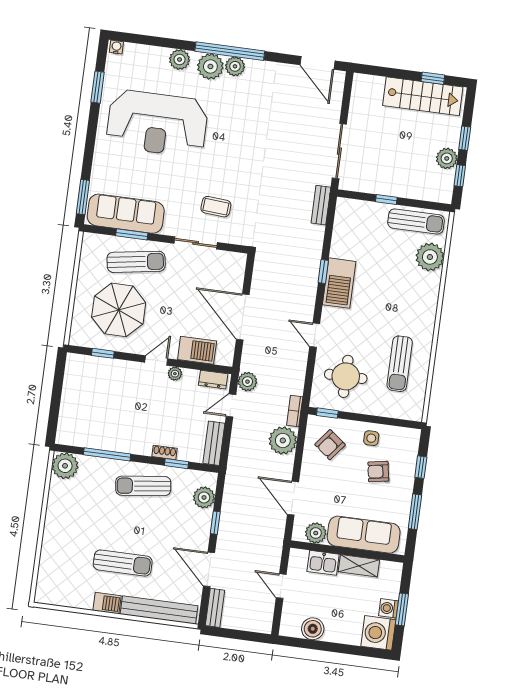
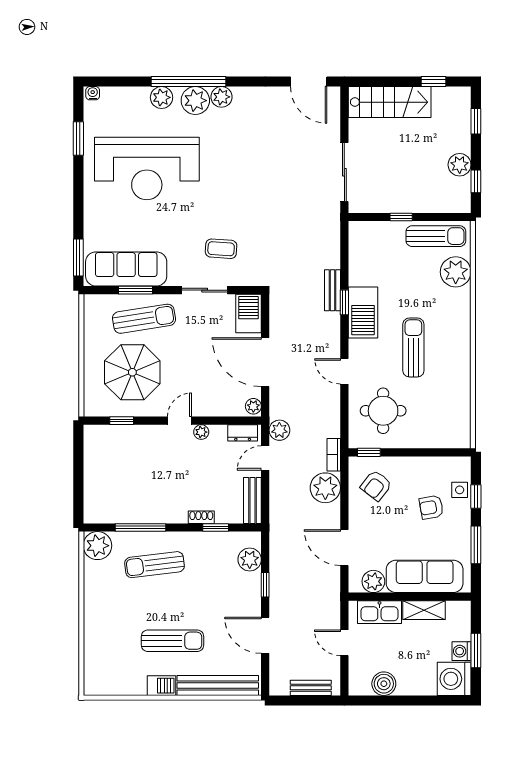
window: (230, 51) -> (188, 82), moved
stairs: (423, 96) -> (390, 102), moved
window: (465, 138) -> (476, 121), moved
bench: (321, 205) -> (333, 290), moved
barbecue: (197, 350) -> (249, 313), moved, turned -90
plant: (226, 356) -> (253, 406), added
sun lounger: (400, 364) -> (413, 347), moved, turned 180
side table: (371, 438) -> (460, 490), moved
sun lounger: (143, 486) -> (154, 565), moved
kitchen sink: (323, 563) -> (379, 612), width x1.38
bench: (215, 608) -> (311, 688), moved, turned 90

